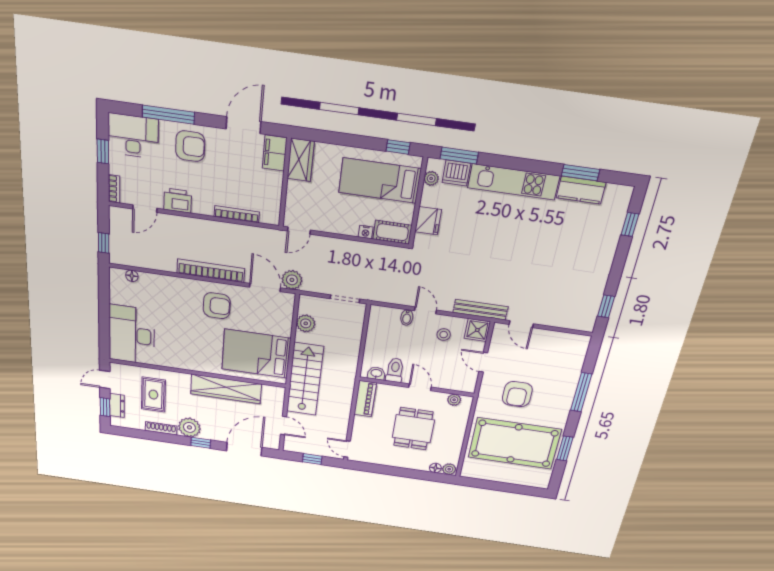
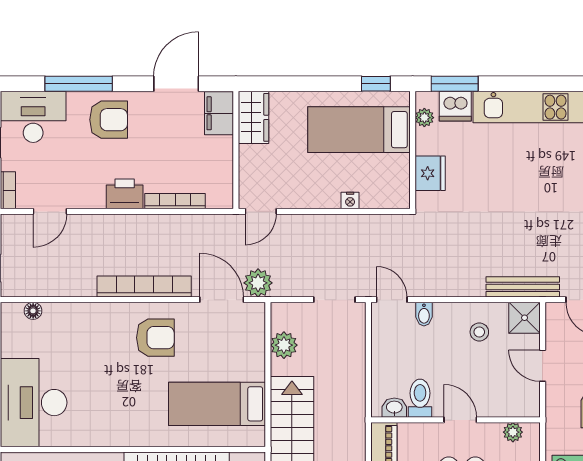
printer: (178, 200) -> (125, 194), moved
cot: (392, 232) -> (386, 196), removed
door: (425, 310) -> (392, 300), moved
bed: (256, 354) -> (217, 404), width x0.67

